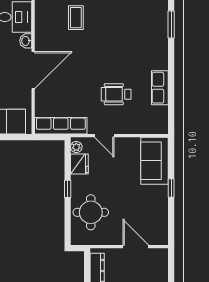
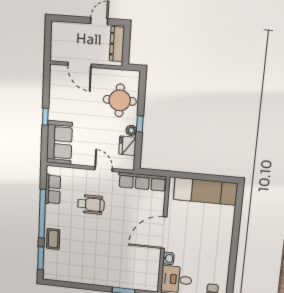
coffee table: (76, 18) -> (53, 239), moved
window: (171, 77) -> (42, 214), added
row of seats: (160, 88) -> (53, 189), moved
plant: (76, 147) -> (131, 130), moved

